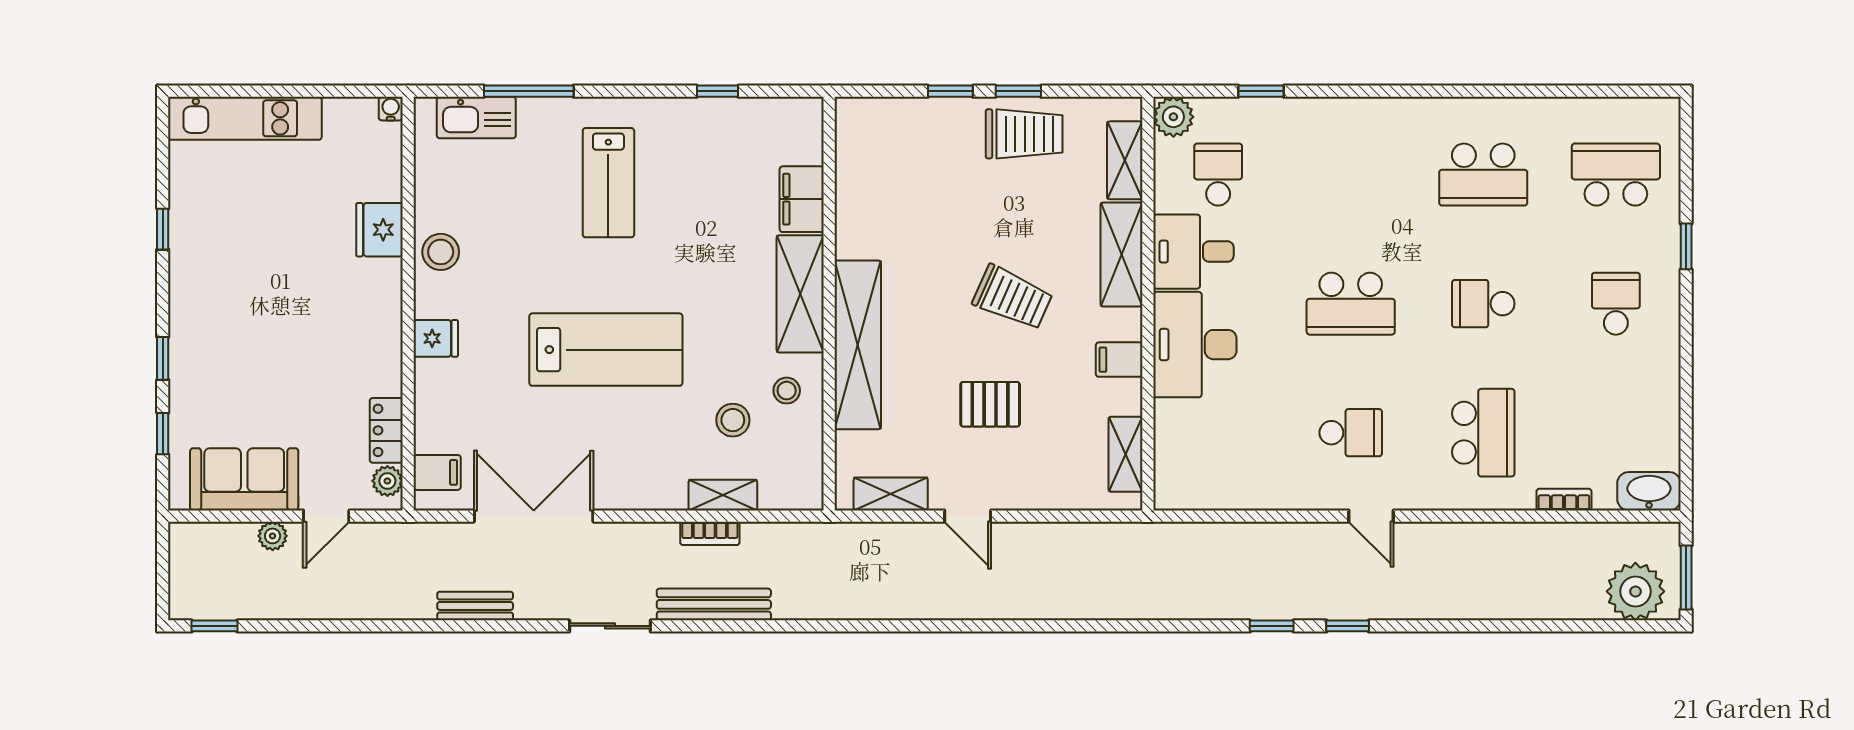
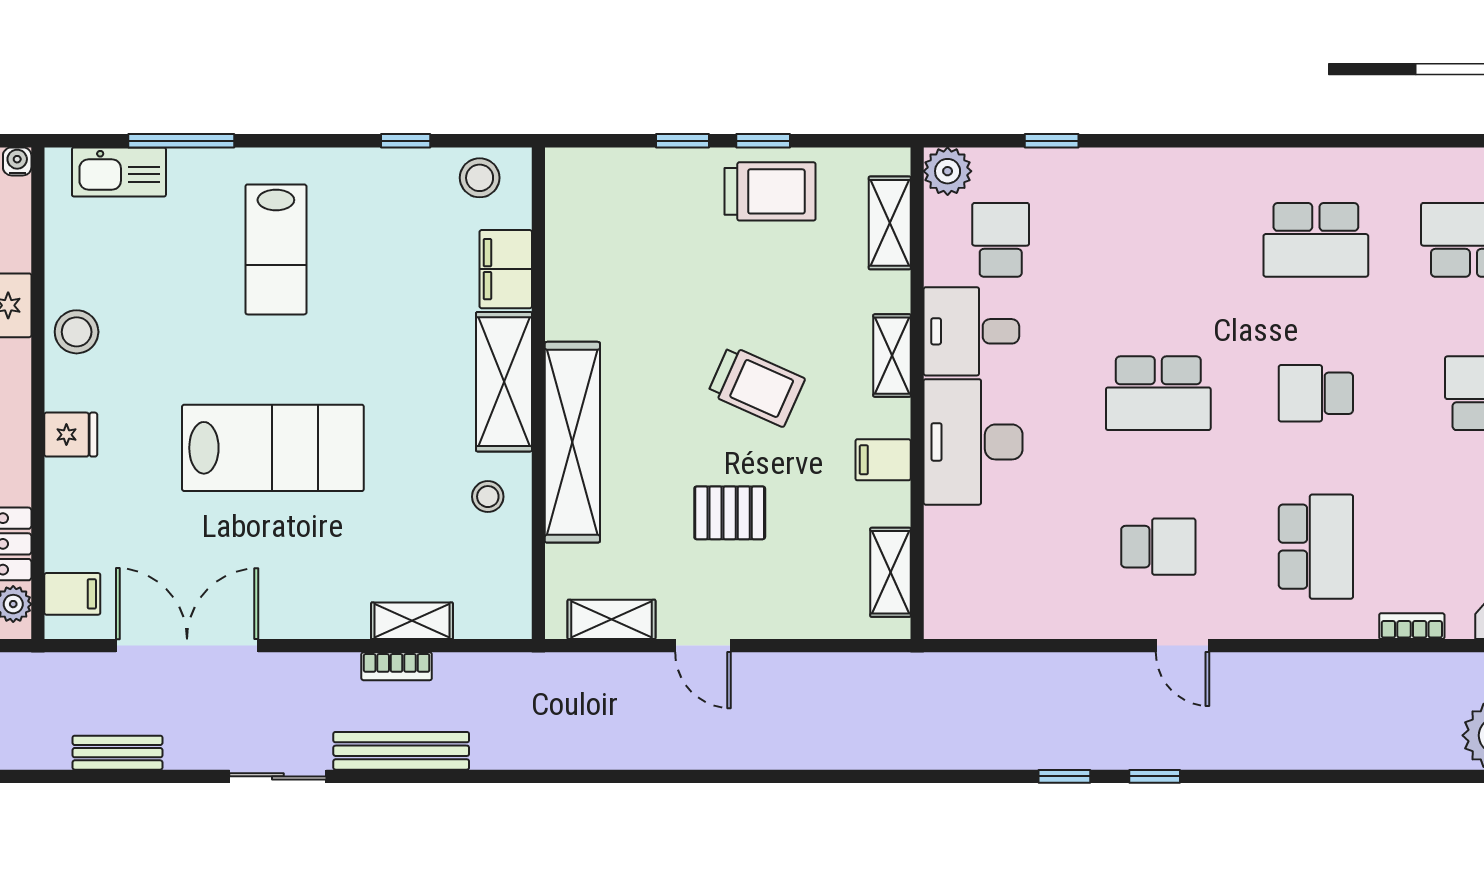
shelving: (1121, 255) -> (892, 356), width x0.67, depth x0.75
stool: (733, 420) -> (480, 178), moved

